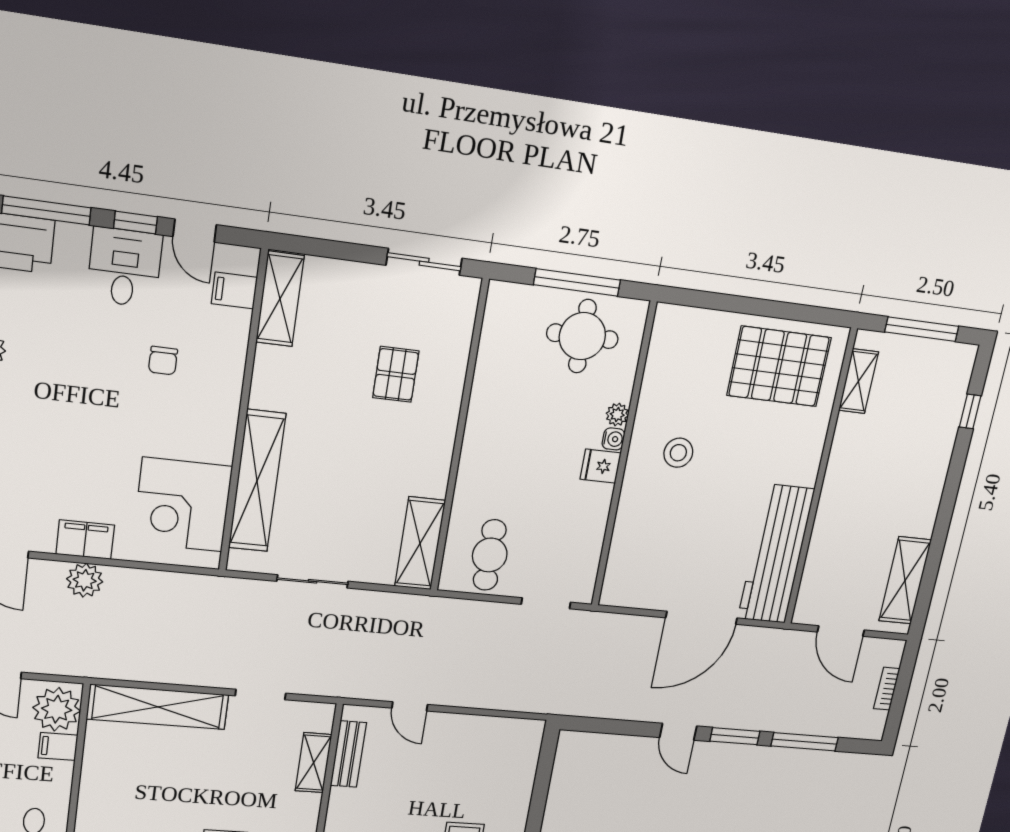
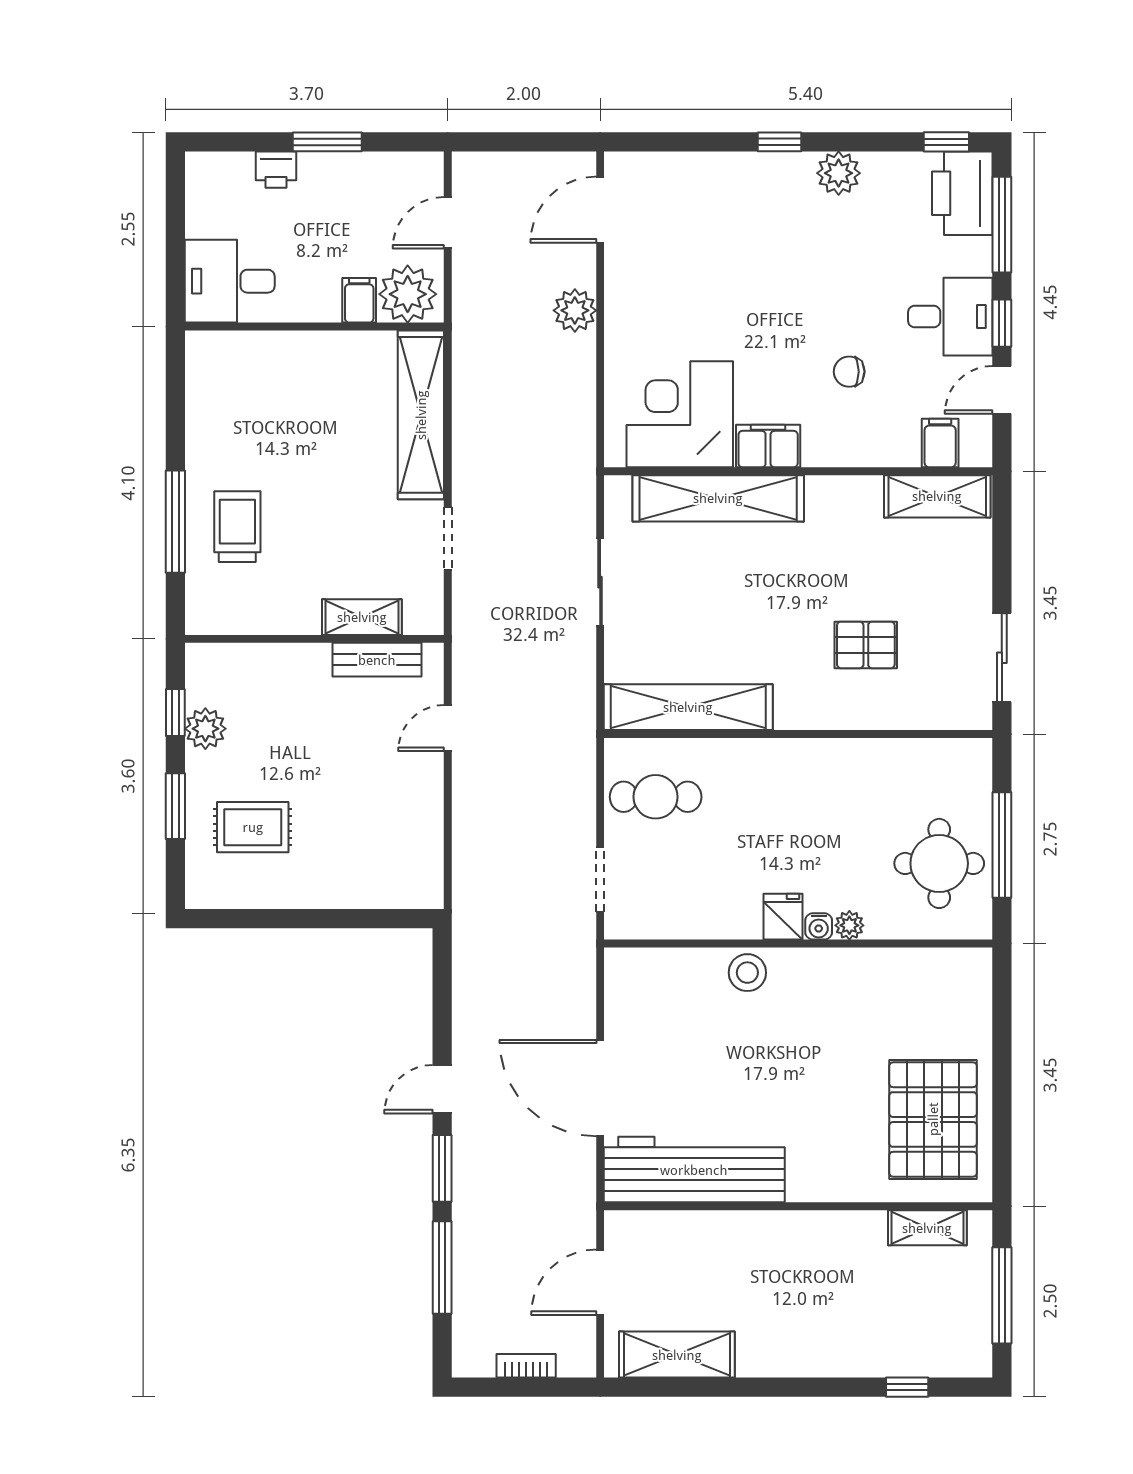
stool: (678, 453) -> (747, 973), moved
filing cabinet: (85, 540) -> (768, 446), moved, turned -90
shelving: (420, 543) -> (688, 707), width x1.47

